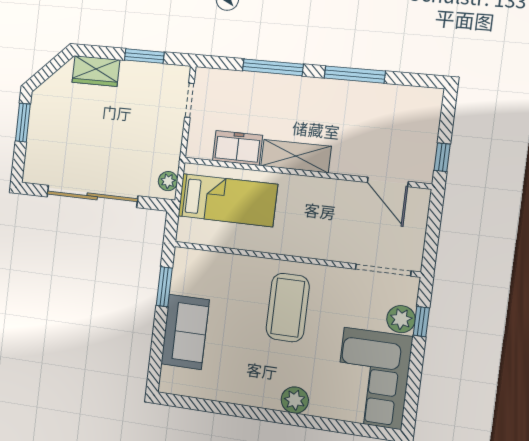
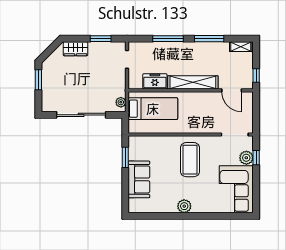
shelving: (418, 96) -> (241, 47), added
shelving: (296, 156) -> (193, 82), width x1.47
plant: (295, 400) -> (184, 206), moved

